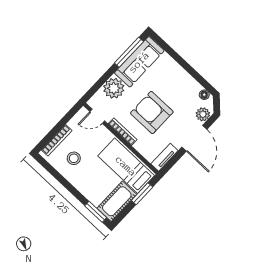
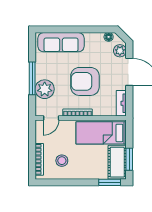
window: (129, 52) -> (32, 78), moved
sofa: (139, 62) -> (61, 42), moved, turned 90
window: (142, 194) -> (129, 159), moved

